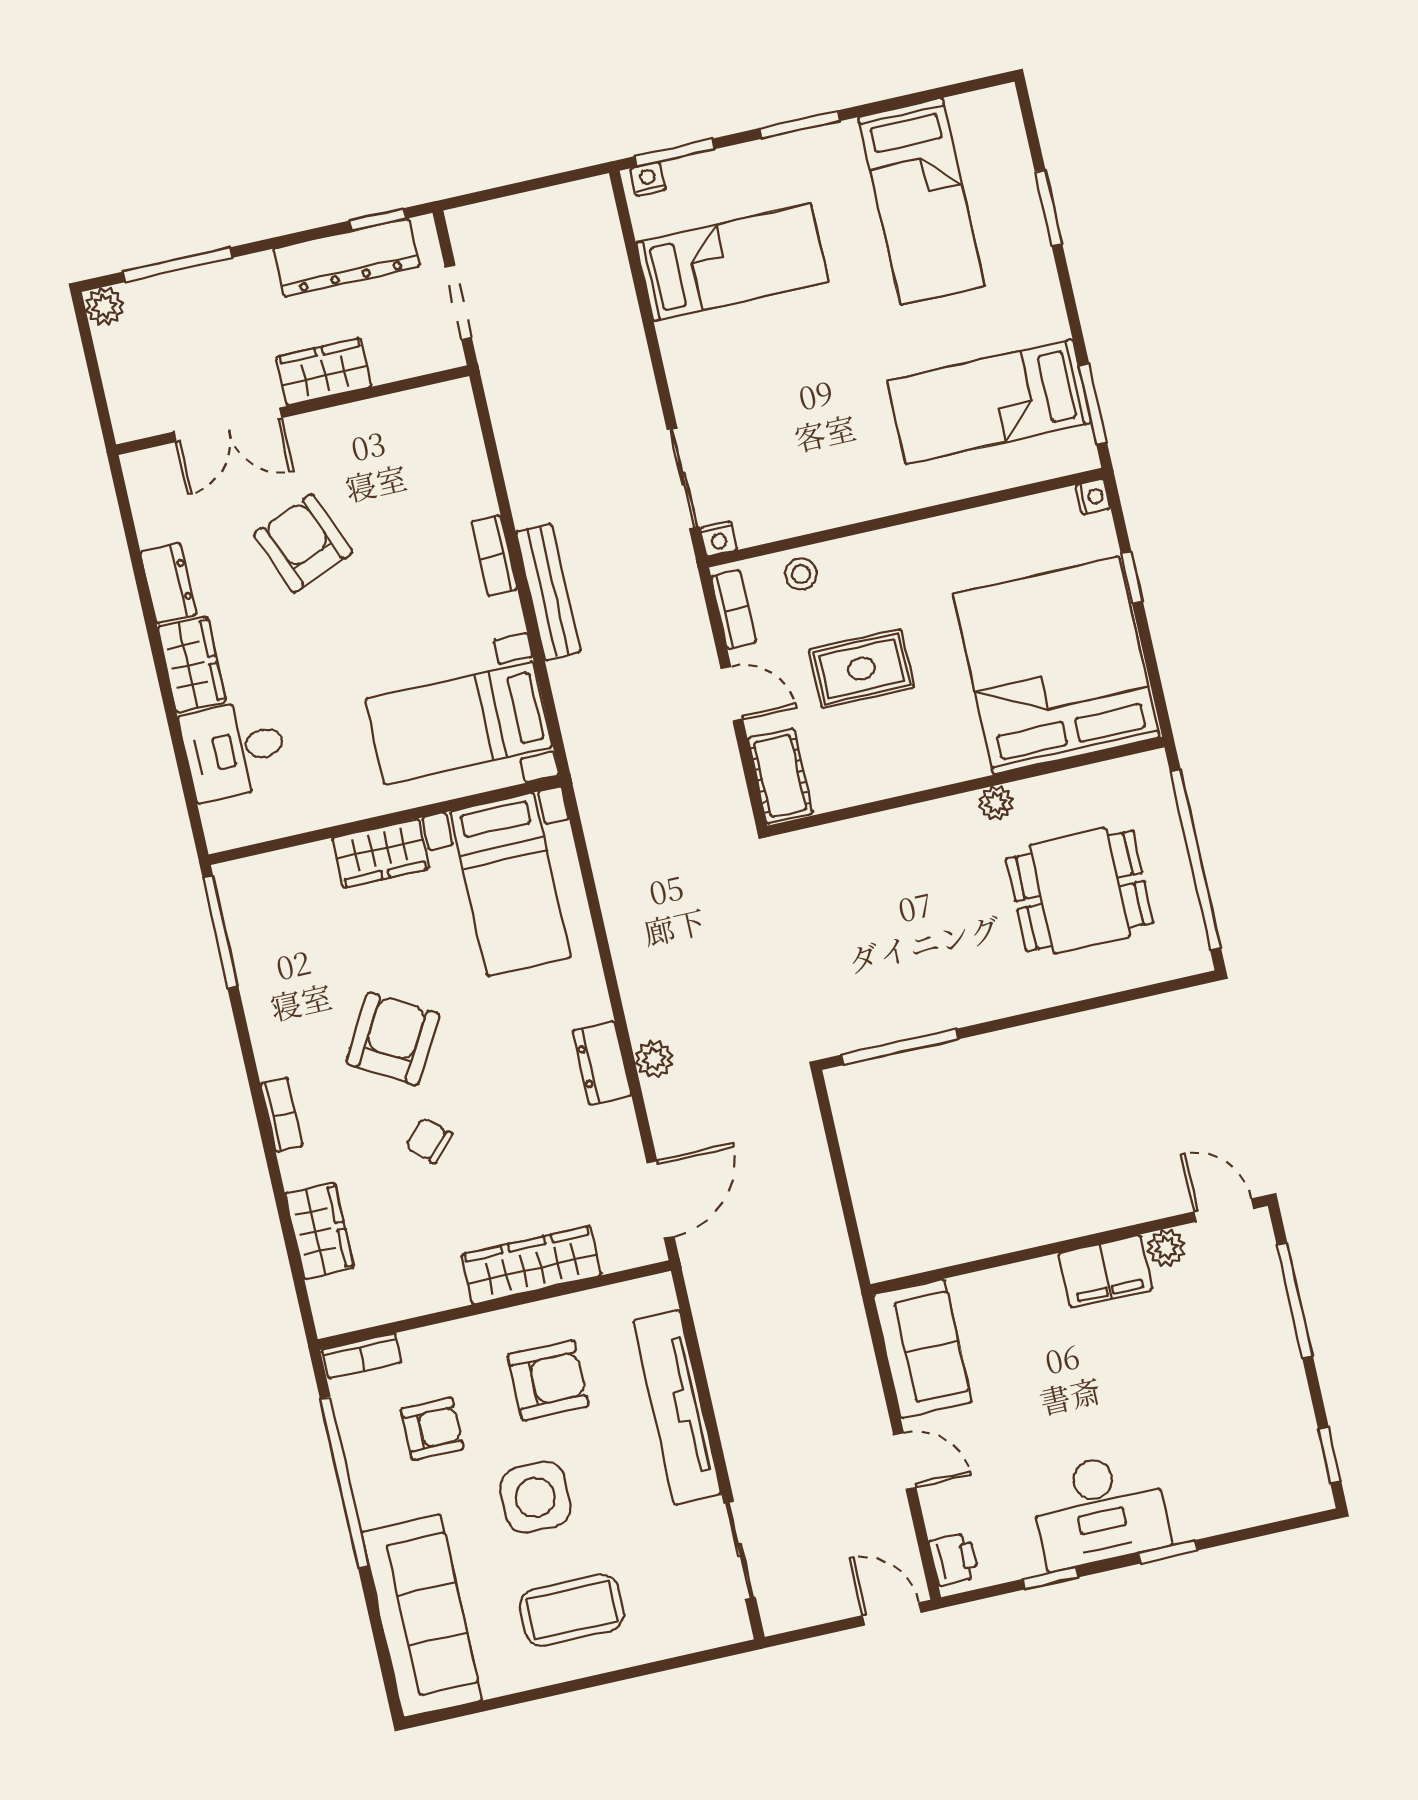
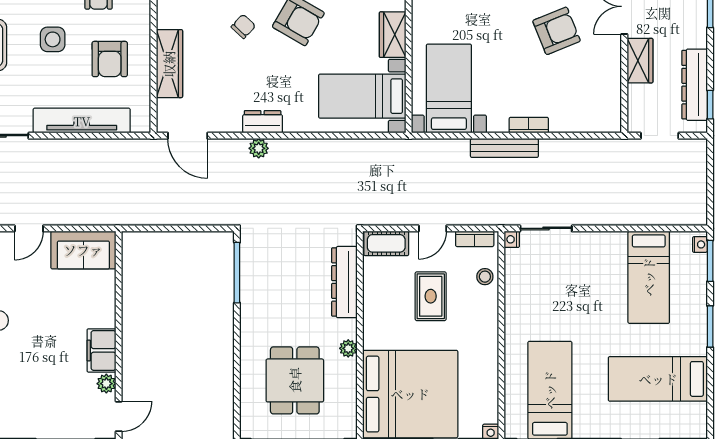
dresser: (872, 839) -> (344, 282), added
side table: (535, 1497) -> (53, 39), width x0.73, depth x0.73

